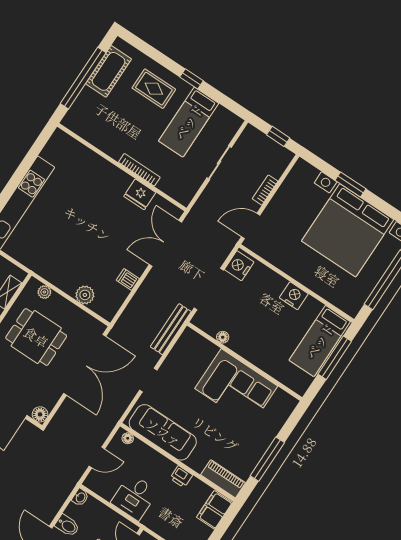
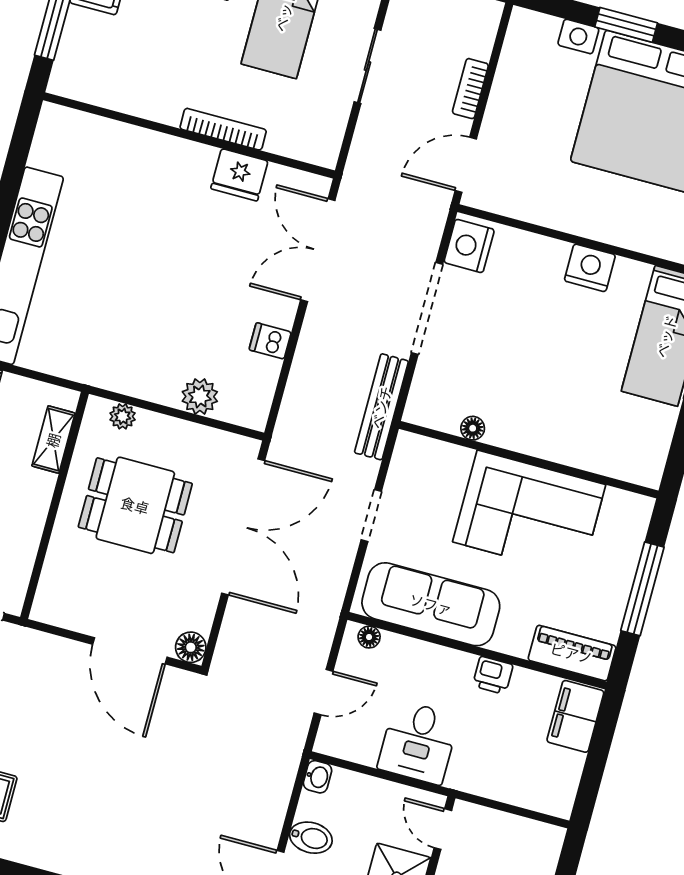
floor lamp: (223, 337) -> (473, 428), moved
wall: (245, 361) -> (529, 460), moved
corner sofa: (236, 387) -> (529, 513), moved

